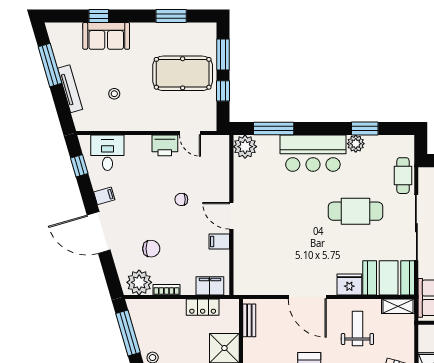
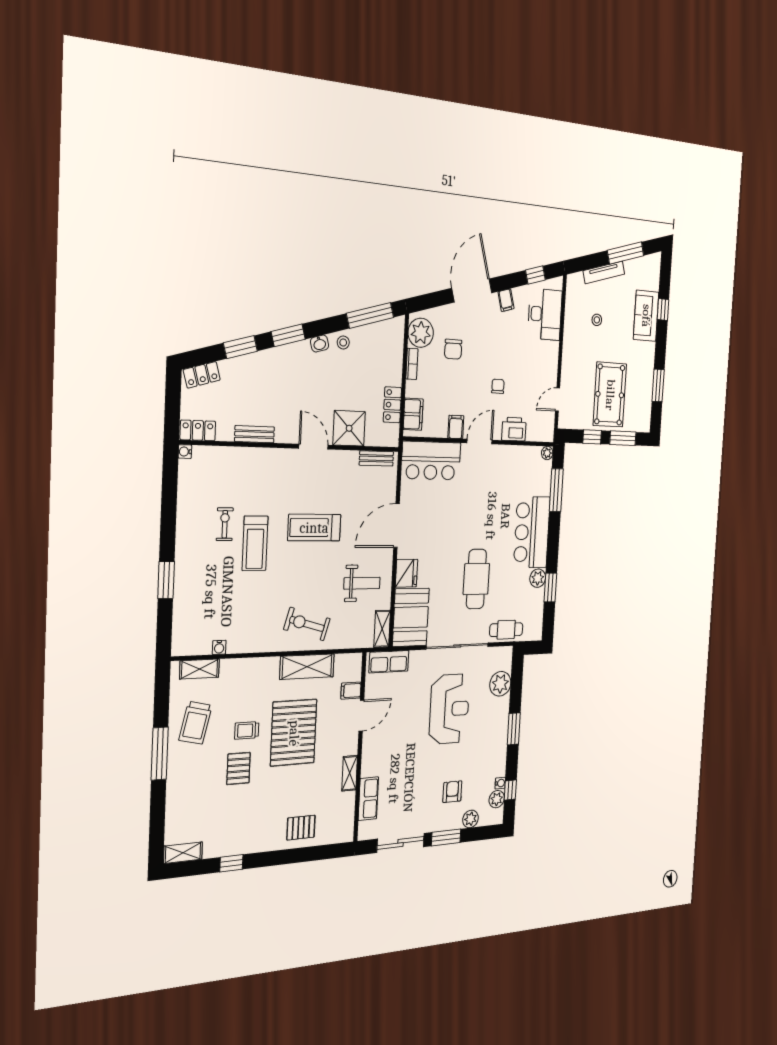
printer: (165, 145) -> (514, 429), moved, turned 90
plant: (245, 147) -> (547, 453), width x0.53, depth x0.53
desk: (107, 153) -> (545, 314), width x1.37
bar counter: (250, 265) -> (431, 461), added

